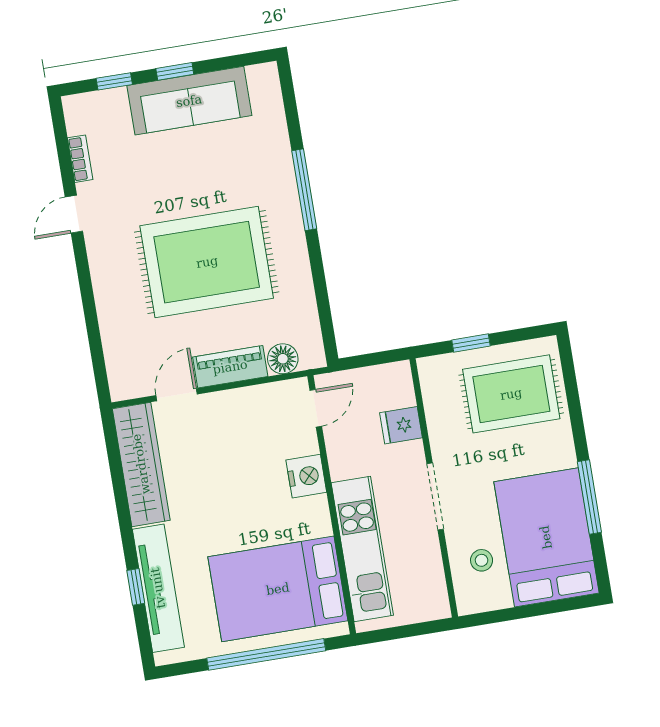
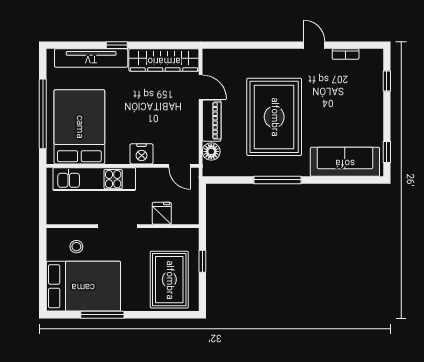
window: (175, 71) -> (387, 152), moved
sofa: (189, 101) -> (345, 162), moved, turned 90
window: (304, 190) -> (277, 180), moved
window: (136, 587) -> (117, 45), moved

